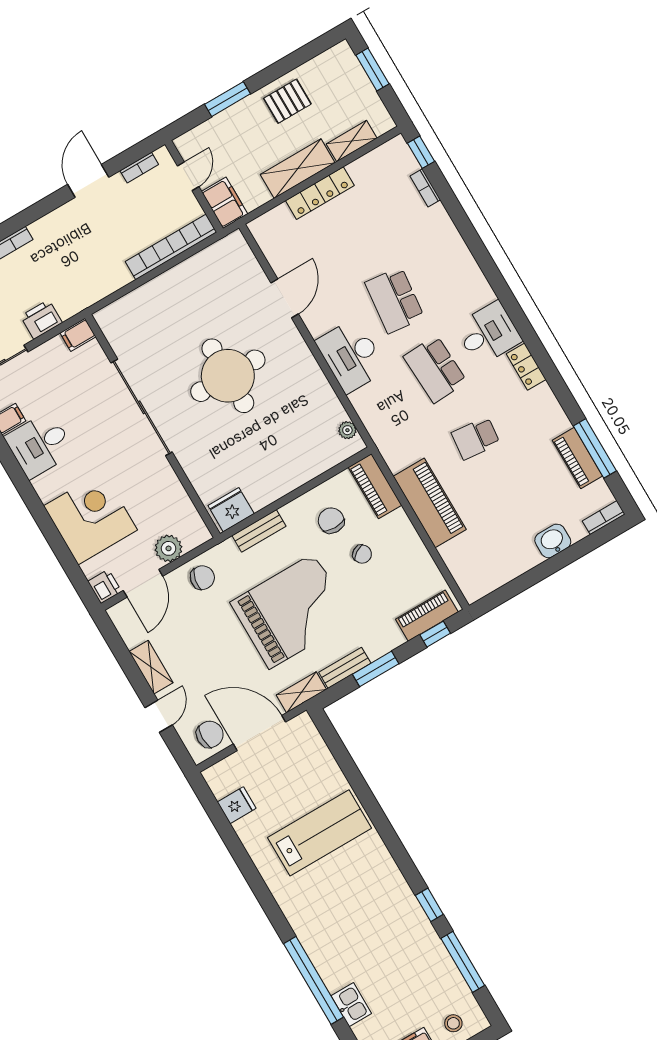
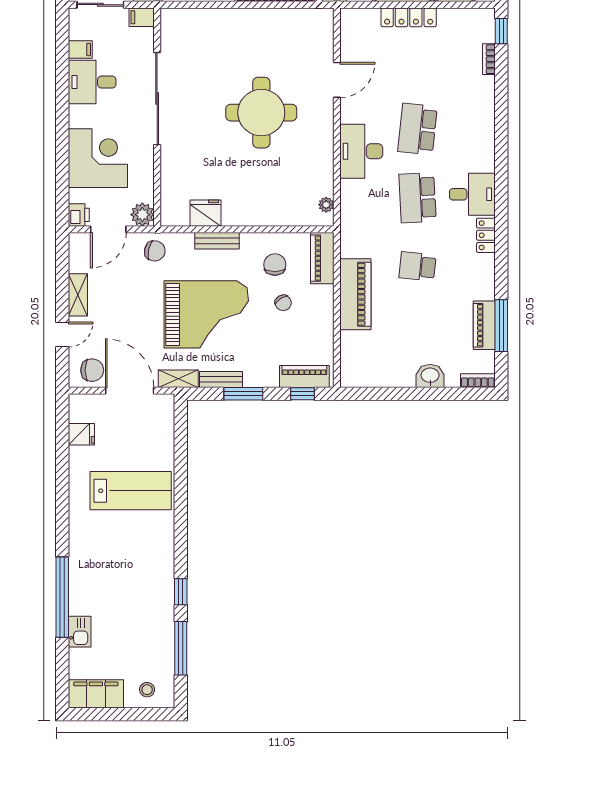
filing cabinet: (78, 335) -> (142, 17), moved
sliding door: (142, 407) -> (157, 99), moved
wall: (153, 426) -> (157, 117), moved

